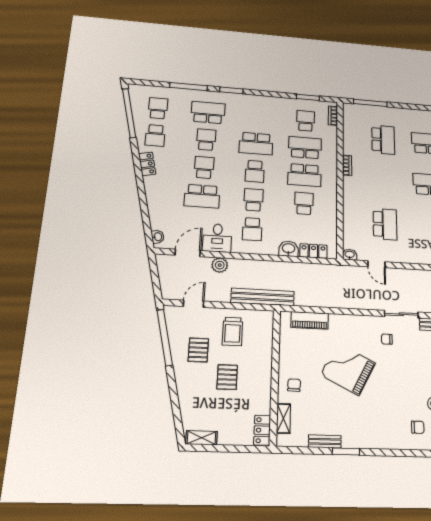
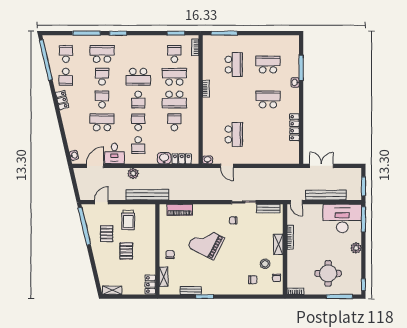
school desk: (202, 196) -> (102, 122), turned 180
plant: (220, 265) -> (133, 173), moved

